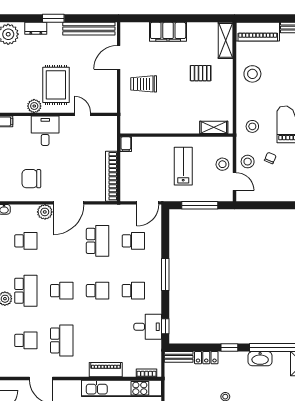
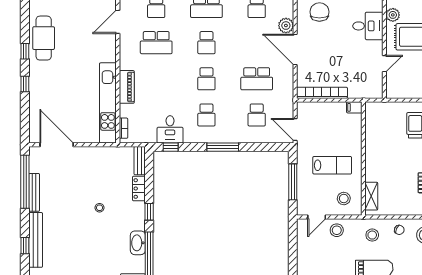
chair: (270, 158) -> (399, 230), moved
stool: (222, 164) -> (344, 198), moved

